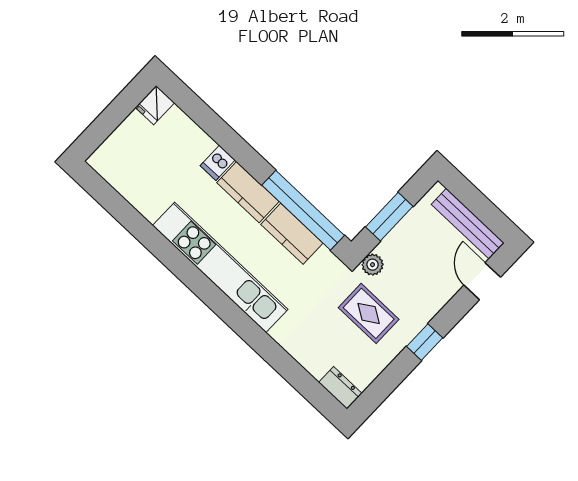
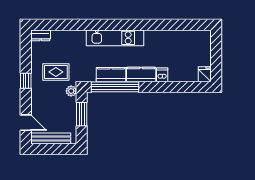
kitchen unit: (220, 267) -> (115, 38), width x0.73

